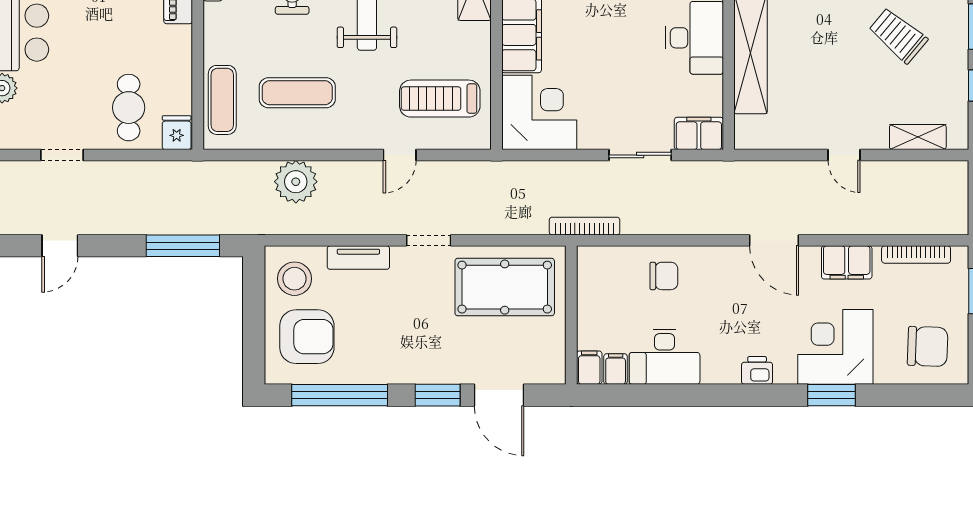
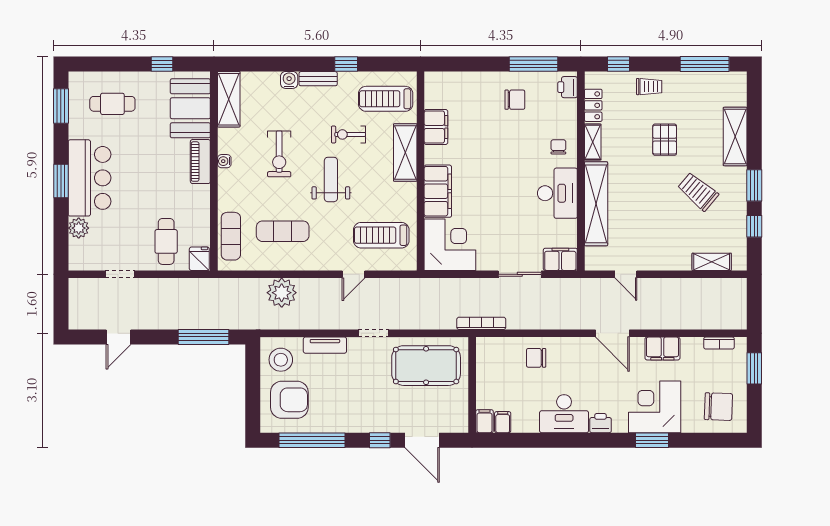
door: (844, 155) -> (626, 274), moved
bookcase: (916, 255) -> (719, 343), width x0.64
chair: (664, 276) -> (536, 358), turned 180
desk: (665, 357) -> (564, 414), moved
window: (438, 395) -> (380, 440), width x0.67

